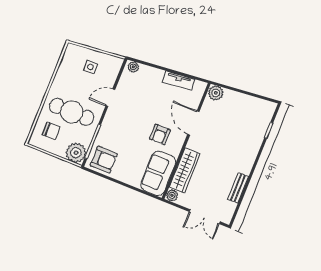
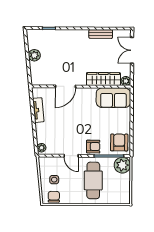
plant: (216, 93) -> (34, 55), moved
chair: (51, 131) -> (54, 197), moved
armchair: (160, 134) -> (93, 147), moved
double door: (205, 217) -> (132, 50), swing flipped

